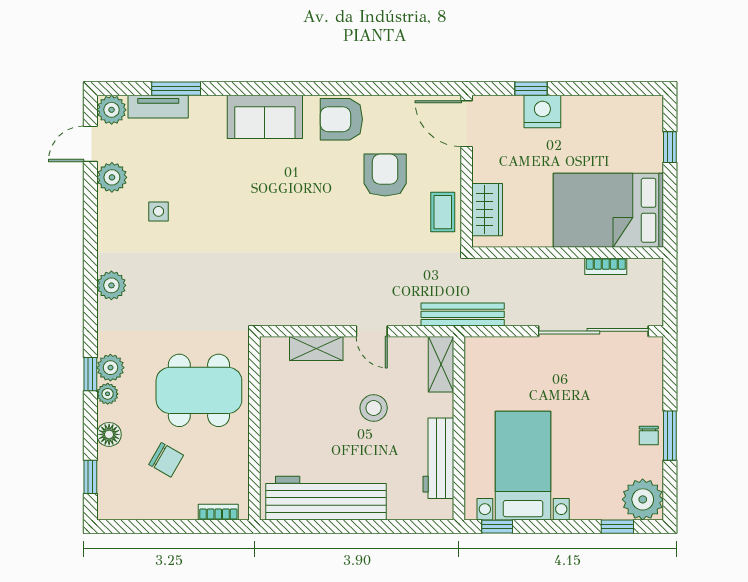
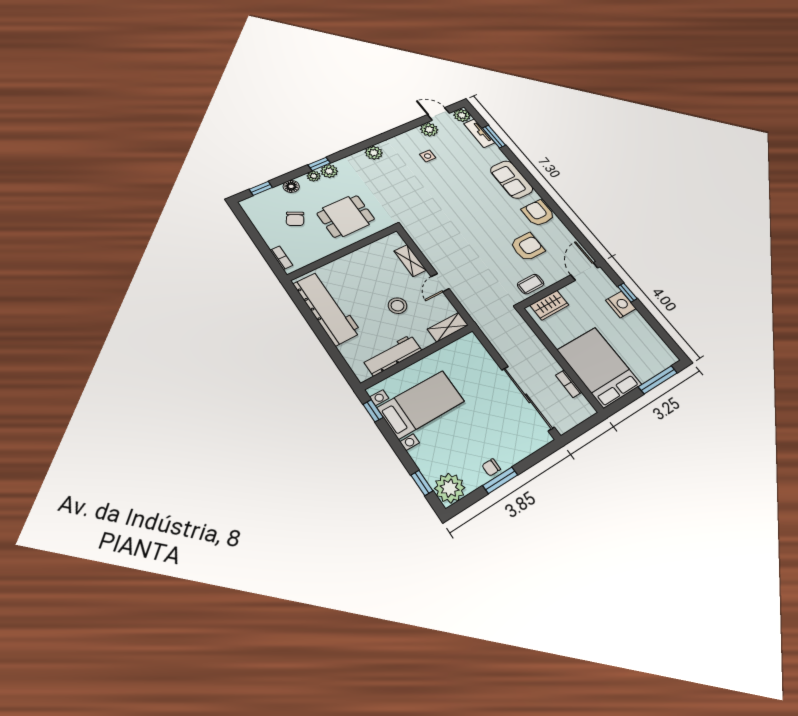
window: (670, 147) -> (658, 380), width x2.17
bench: (463, 314) -> (484, 323), removed
dining table: (199, 390) -> (346, 216), width x0.73

